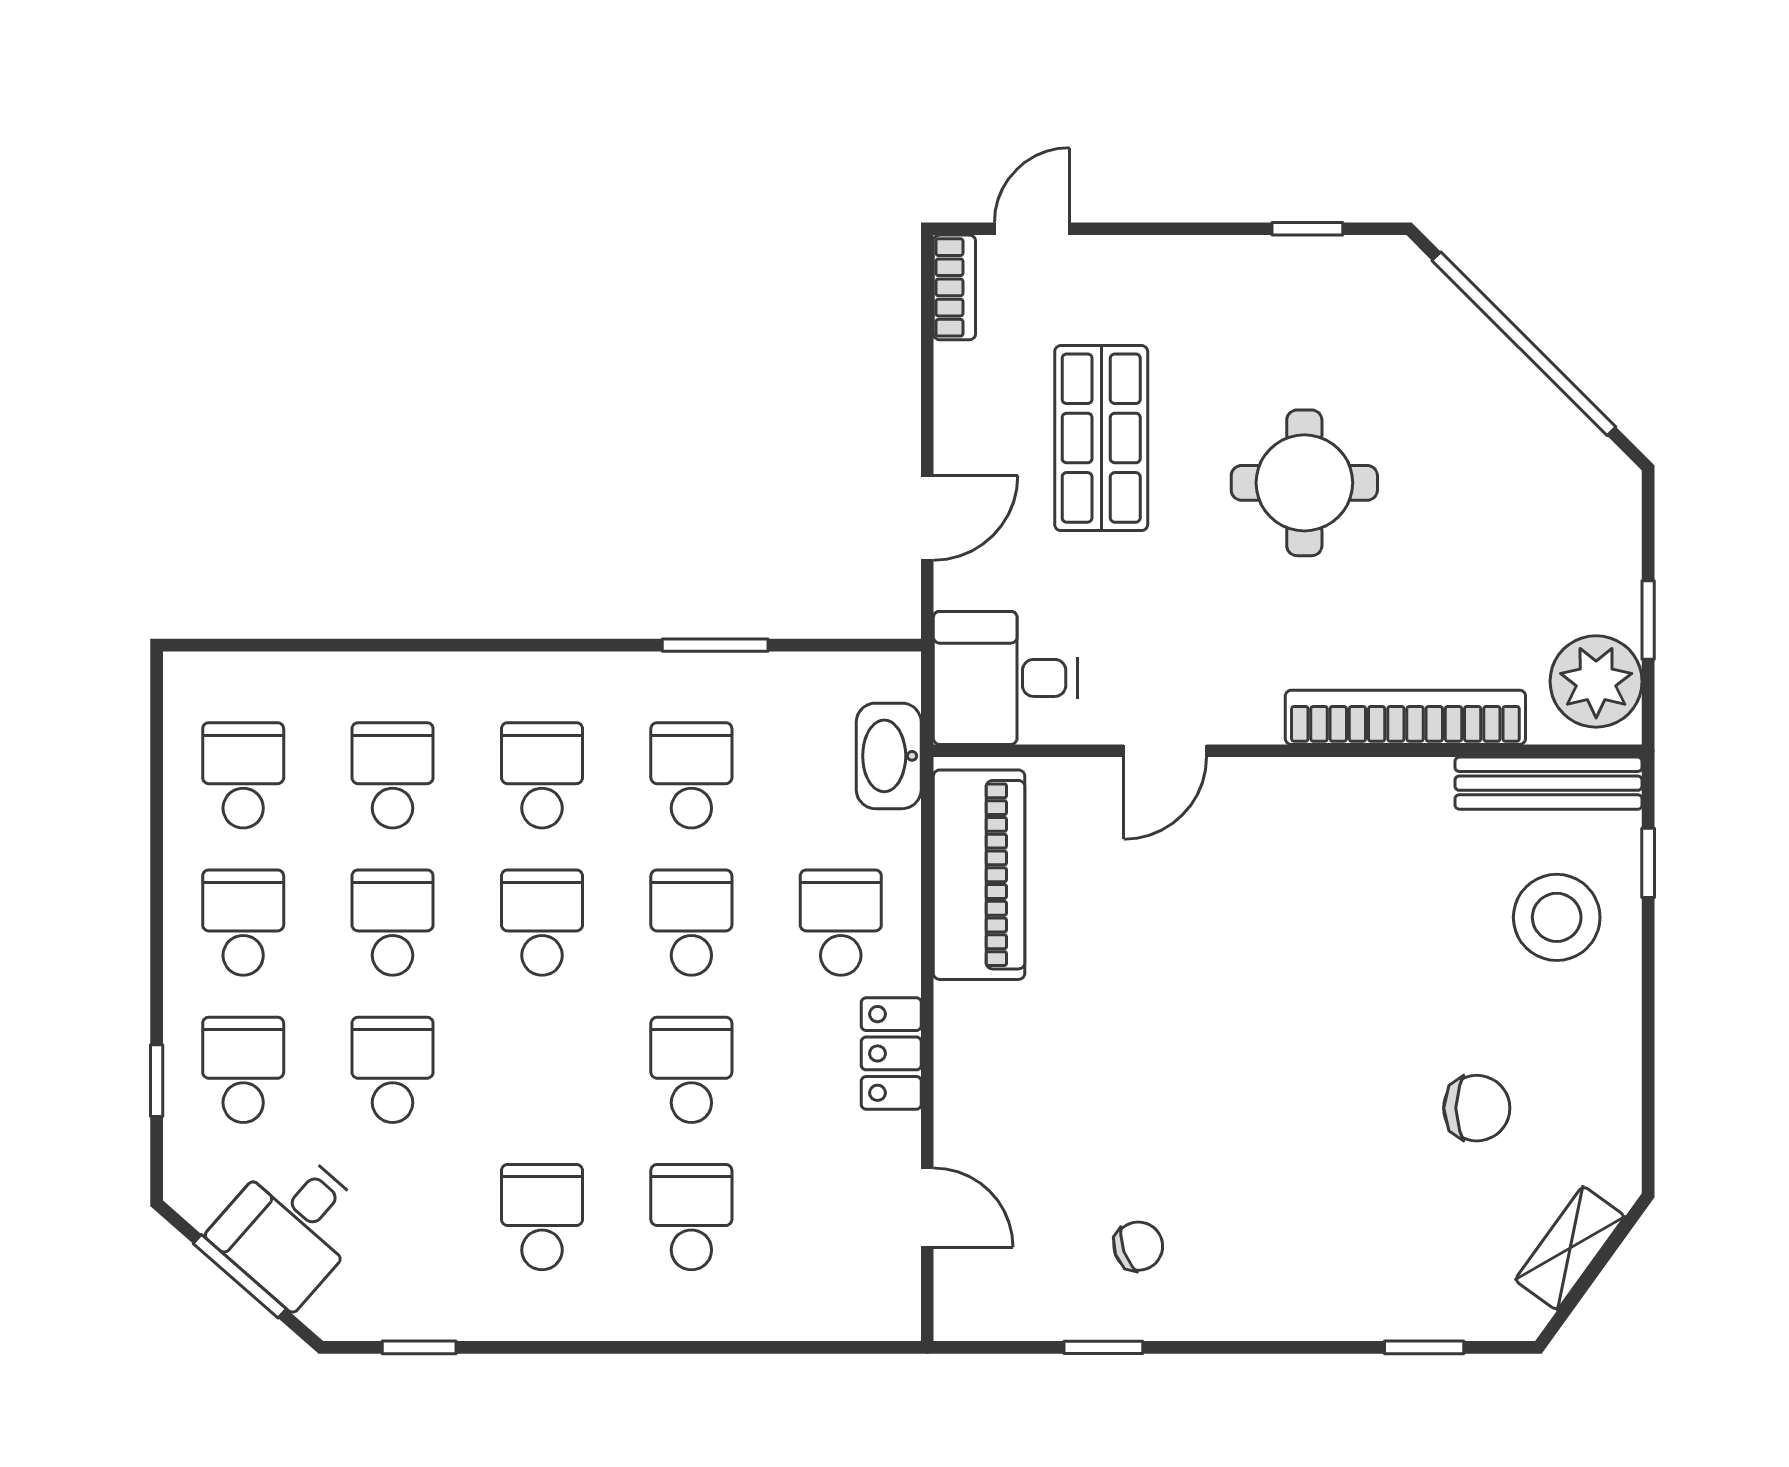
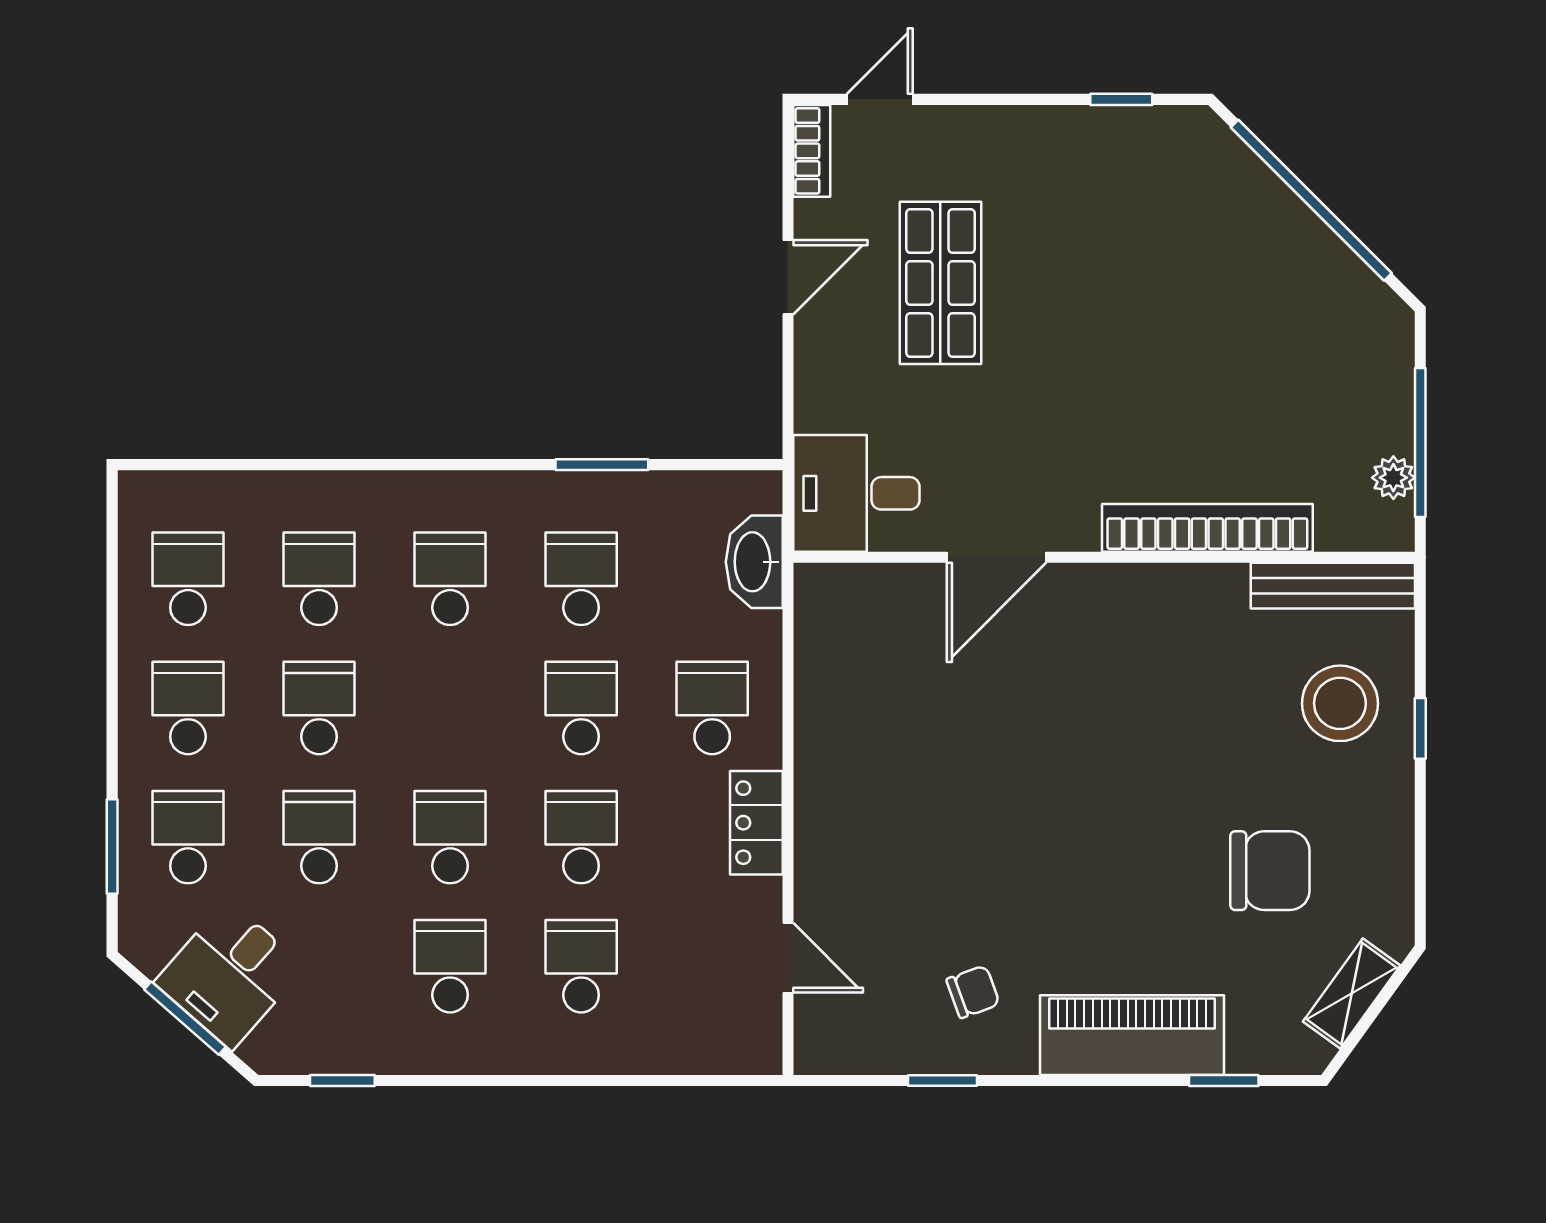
round table: (1304, 483) -> (1119, 322), removed
door: (927, 518) -> (788, 277), moved
window: (1648, 620) -> (1420, 443), width x2.17
plant: (1596, 681) -> (1393, 478), width x0.53, depth x0.53
door: (1165, 751) -> (997, 557), width x1.38
window: (1648, 863) -> (1420, 728), moved
piano: (979, 875) -> (1132, 1035), moved, turned -90
school desk: (542, 923) -> (450, 837), moved
window: (157, 1081) -> (112, 847), width x1.50
chair: (1477, 1108) -> (1270, 871), width x1.37, depth x1.37

